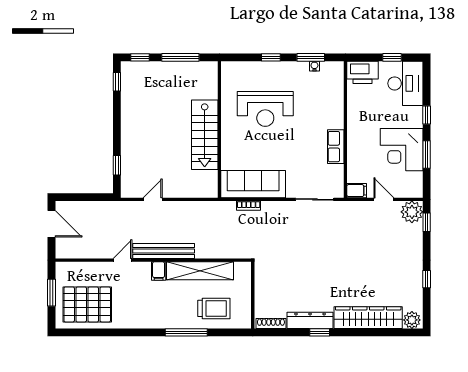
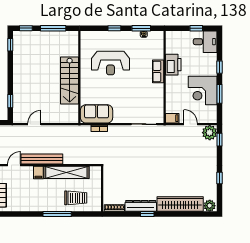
printer: (363, 72) -> (173, 65), moved, turned -90
desk: (405, 83) -> (205, 42), width x0.73
row of seats: (336, 147) -> (158, 71), moved
sofa: (253, 184) -> (97, 114), width x0.73

